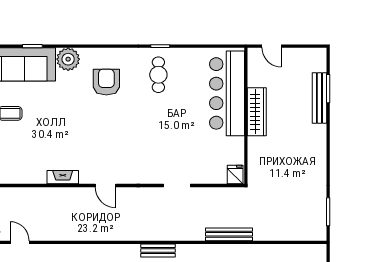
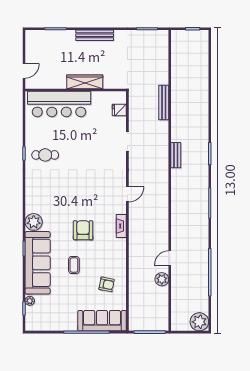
armchair: (106, 82) -> (83, 230), moved, turned 90
bench: (319, 98) -> (95, 35), moved
wardrobe: (257, 112) -> (85, 82), moved
fridge: (235, 175) -> (119, 110), moved

